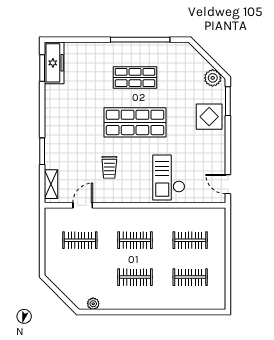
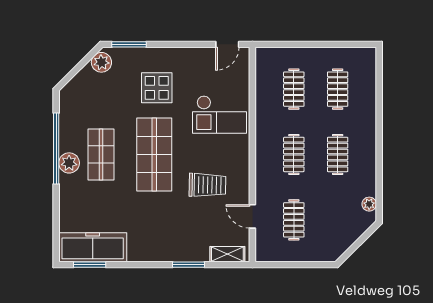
plant: (128, 51) -> (69, 163), added
freezer: (54, 63) -> (93, 247), width x1.36, depth x1.26
display table: (209, 117) -> (157, 88), moved
trolley: (109, 167) -> (207, 185), width x1.36, depth x1.39

